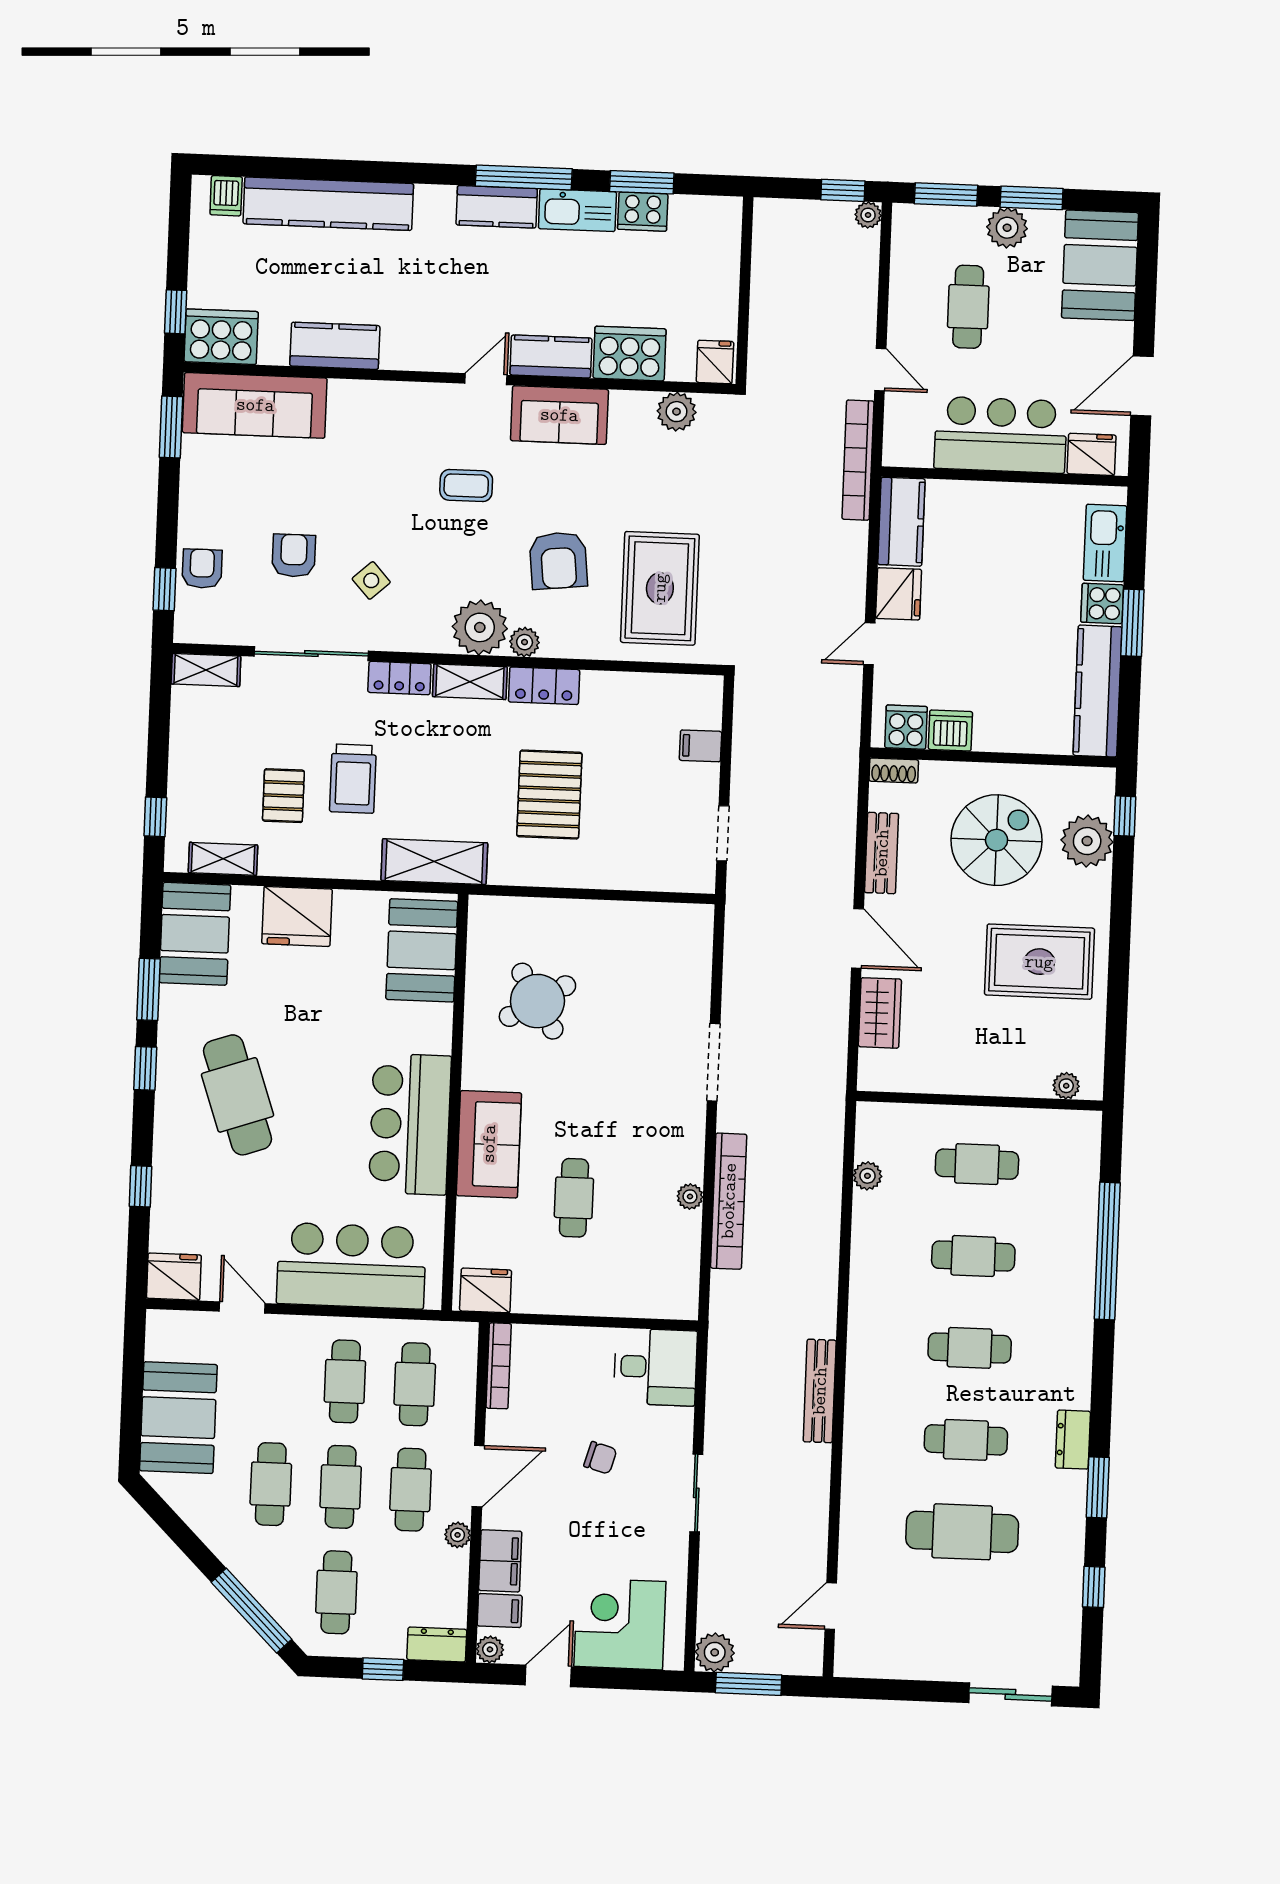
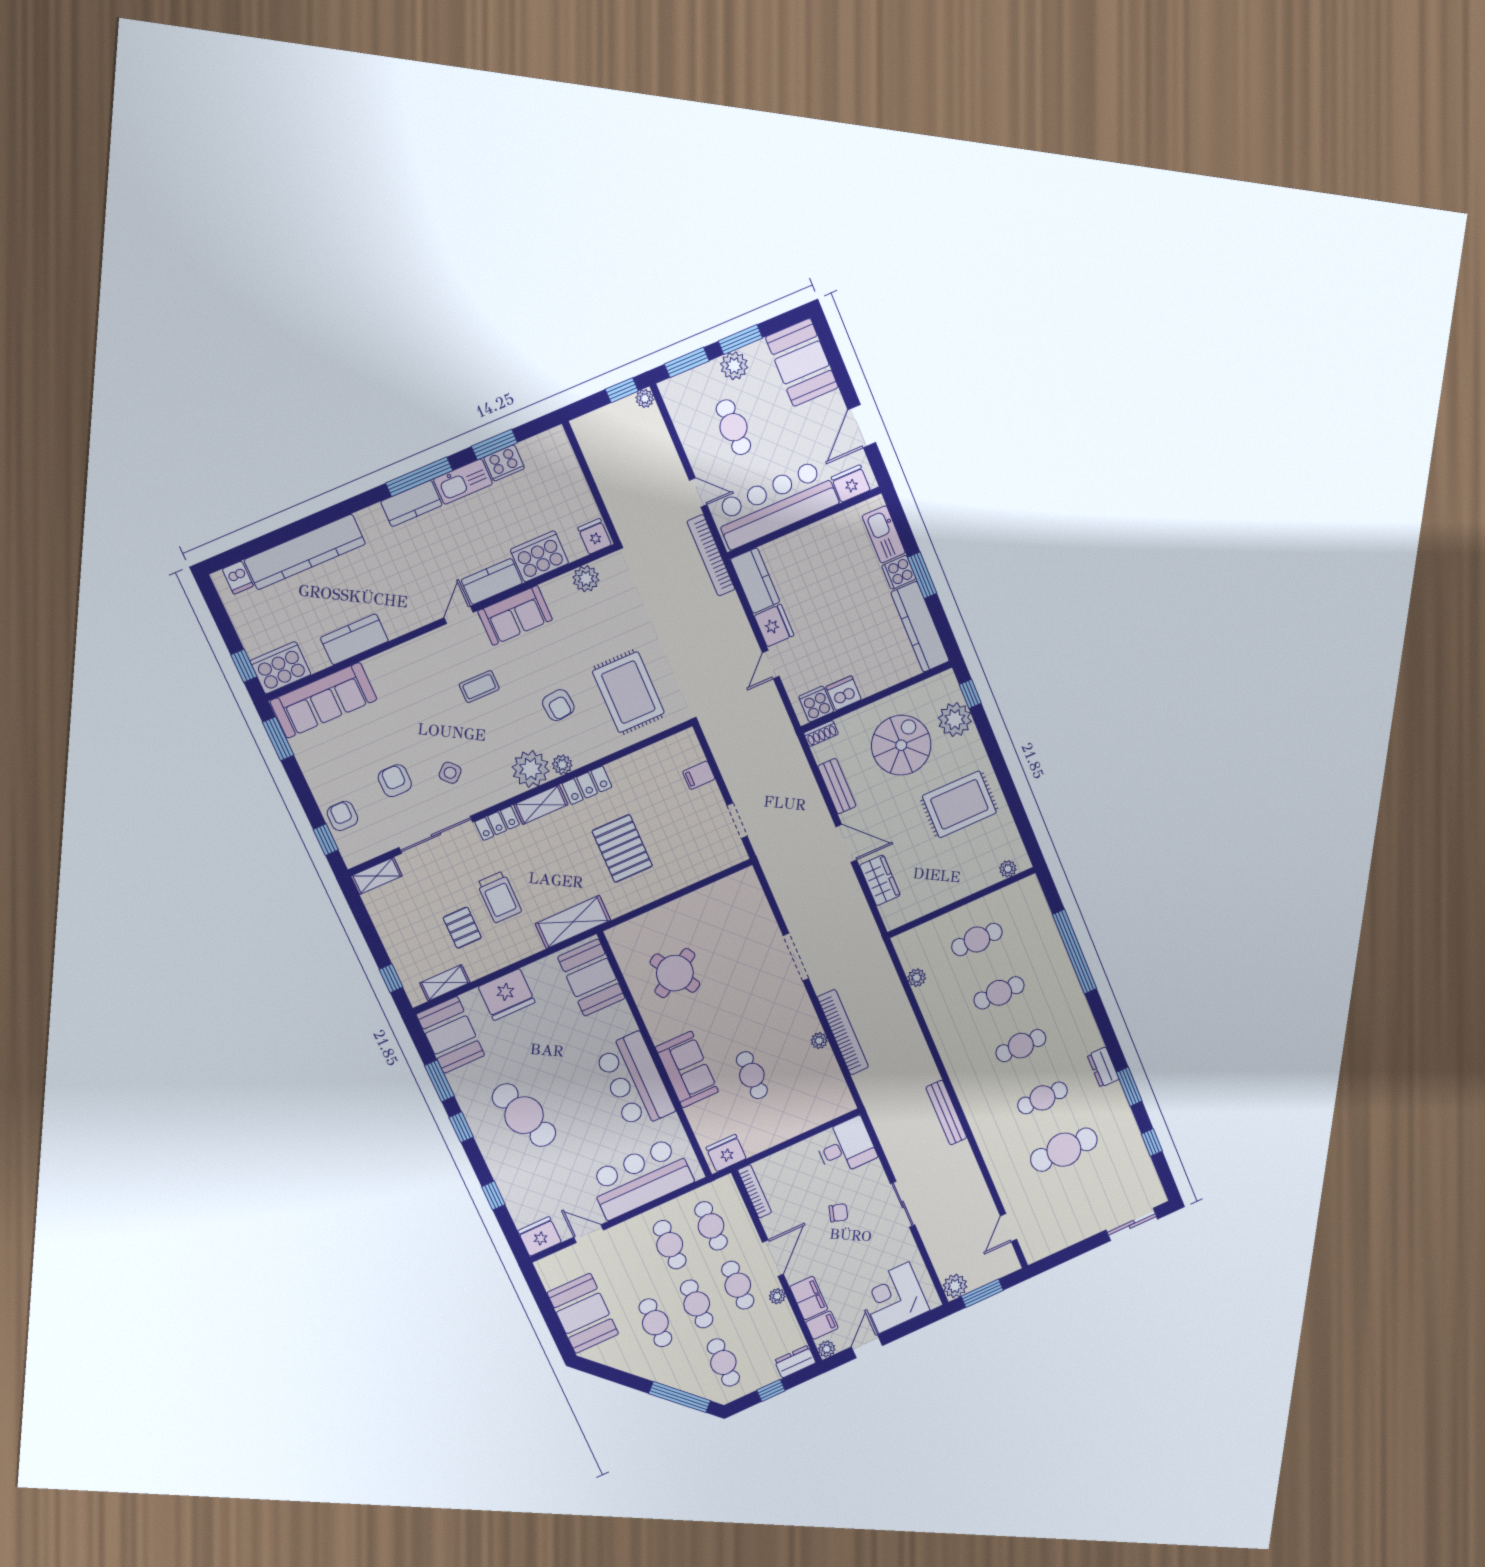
bar counter: (1001, 435) -> (776, 504), width x1.36
armchair: (558, 560) -> (558, 705), width x0.72, depth x0.72

